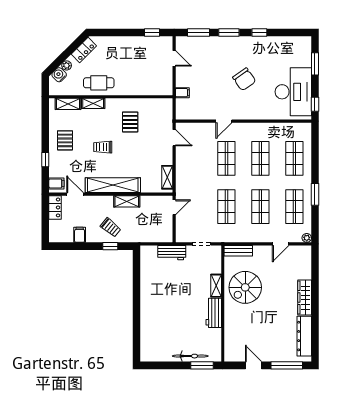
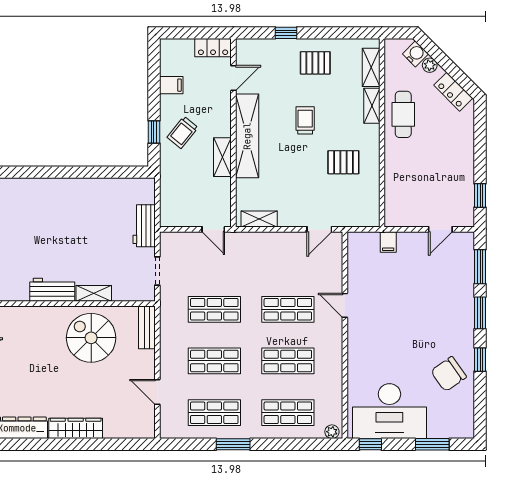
chair: (244, 79) -> (449, 374), moved
filing cabinet: (56, 183) -> (250, 50), removed
plant: (307, 238) -> (332, 432), moved

